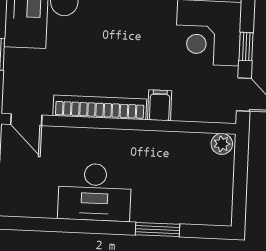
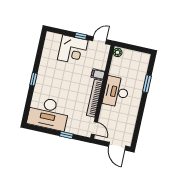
door: (26, 120) -> (94, 128), hinge flipped
desk: (95, 192) -> (116, 92), moved, turned 180

